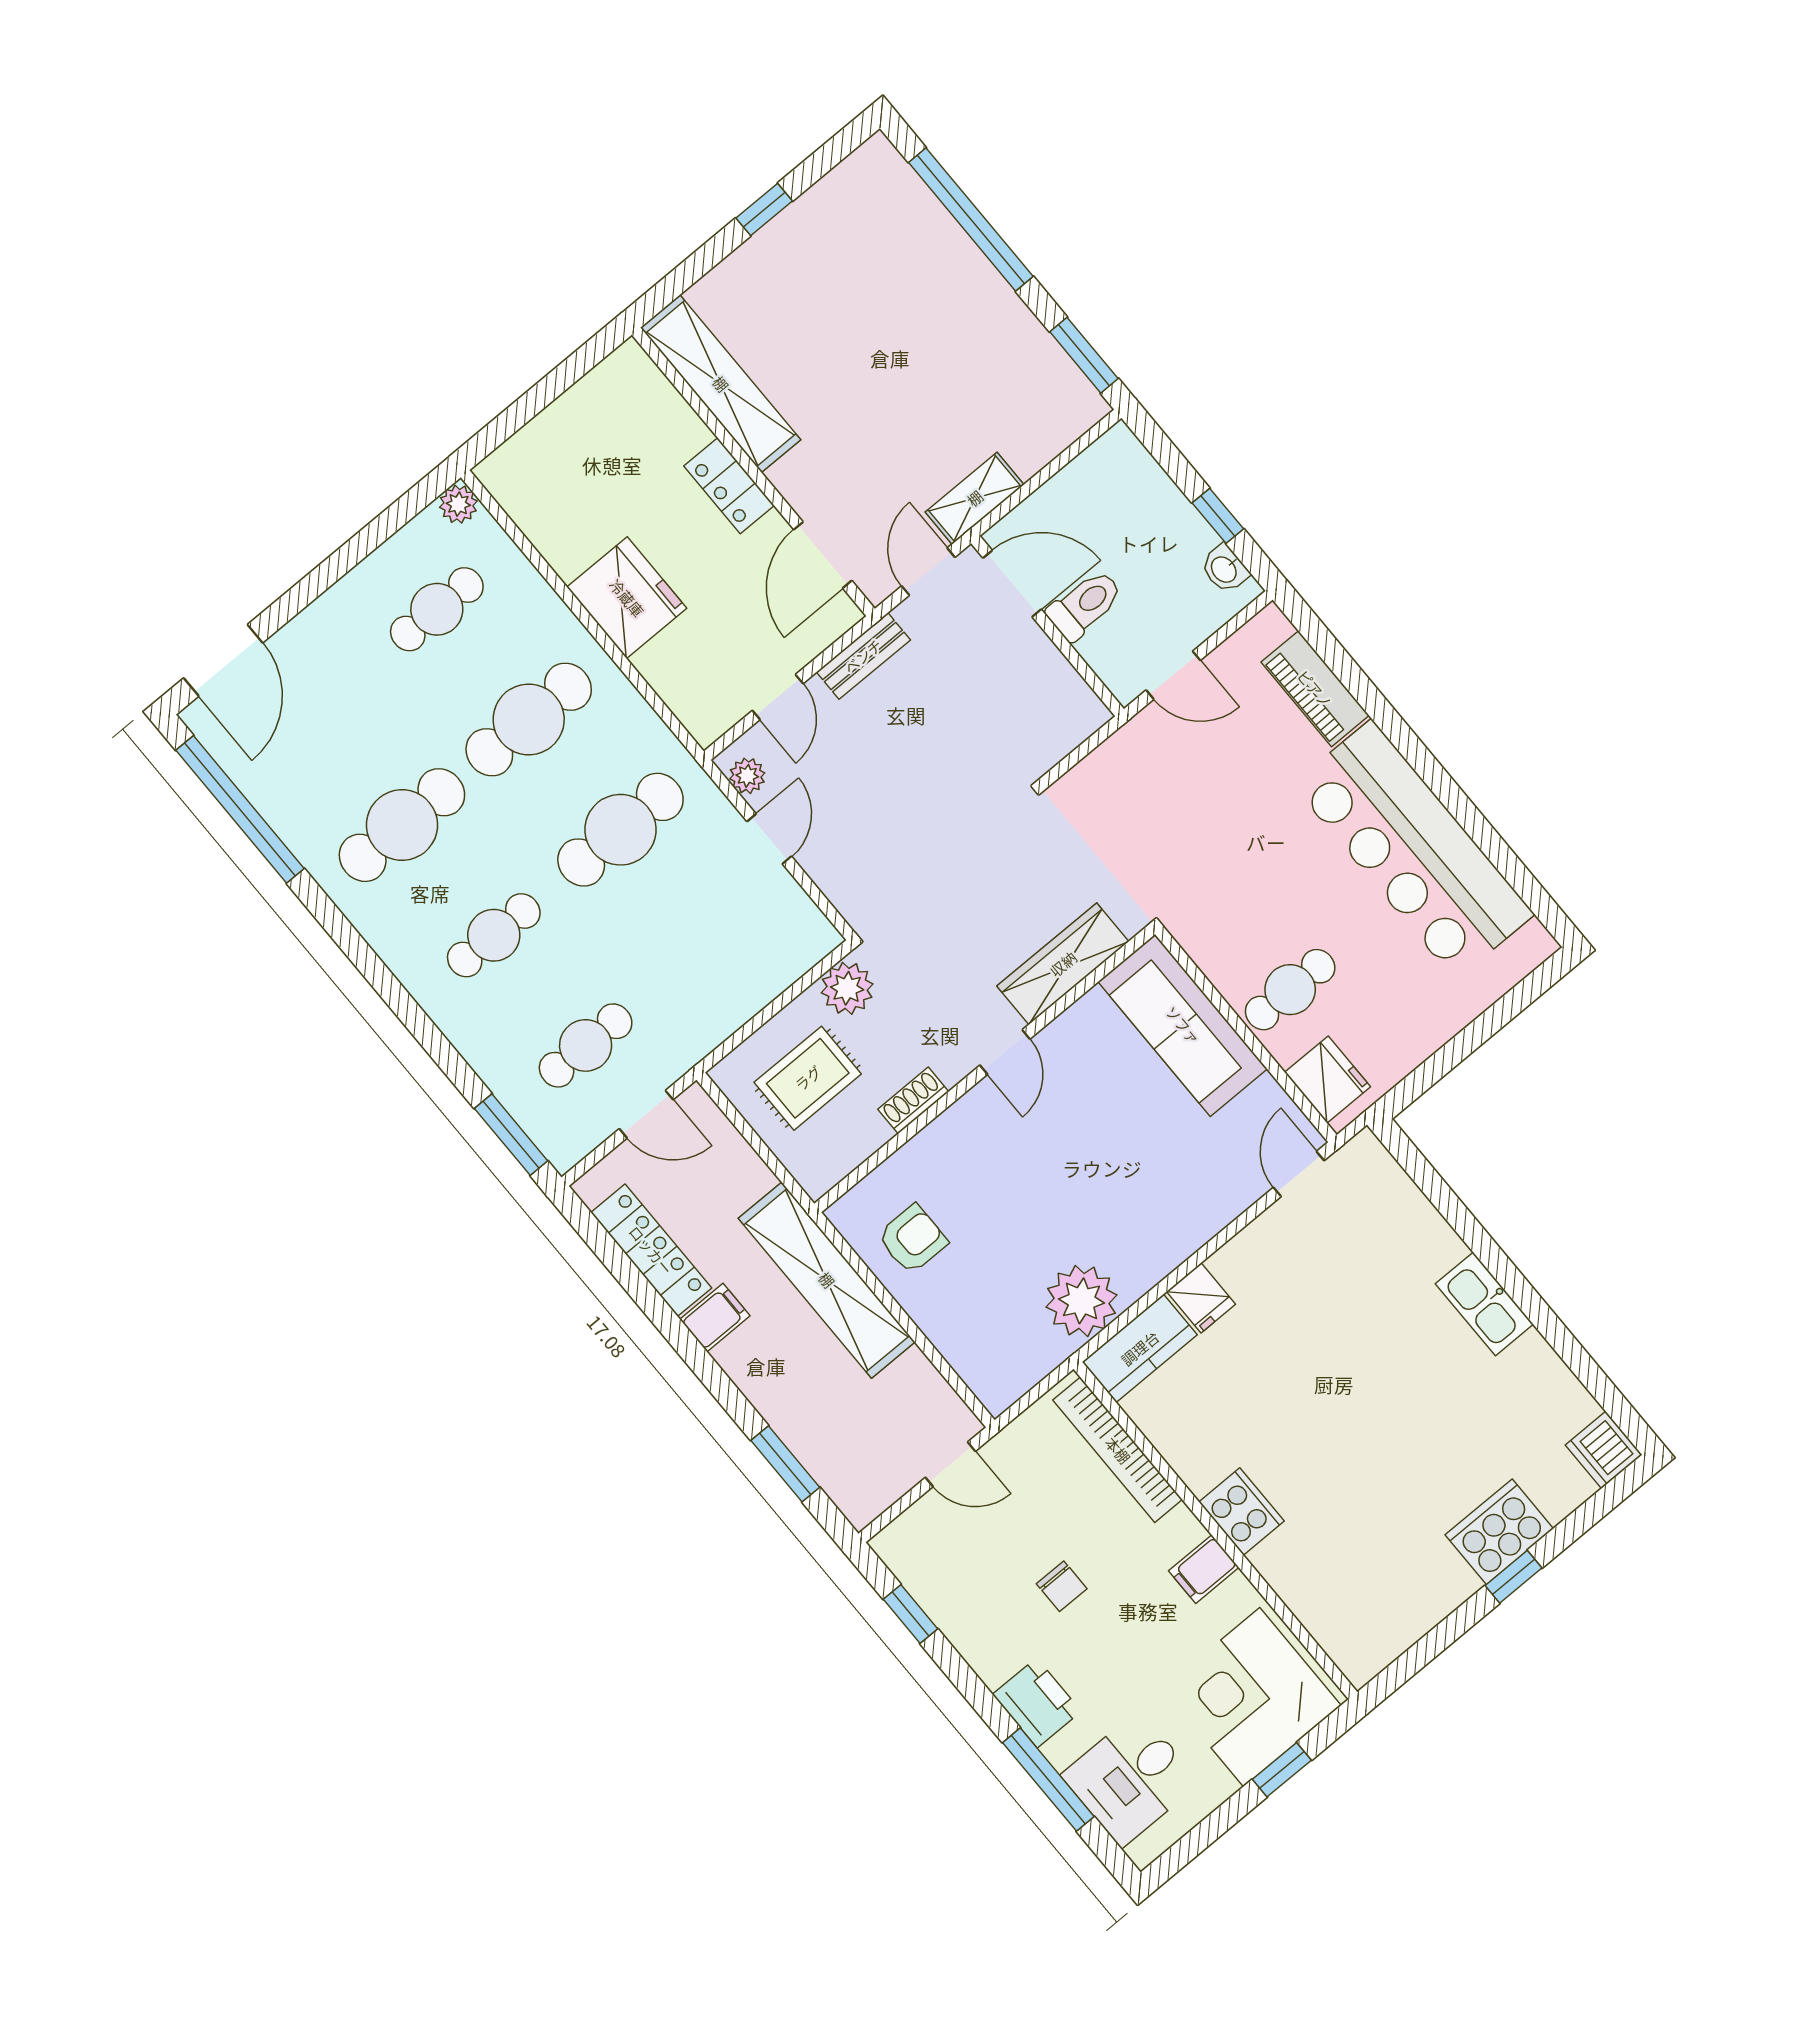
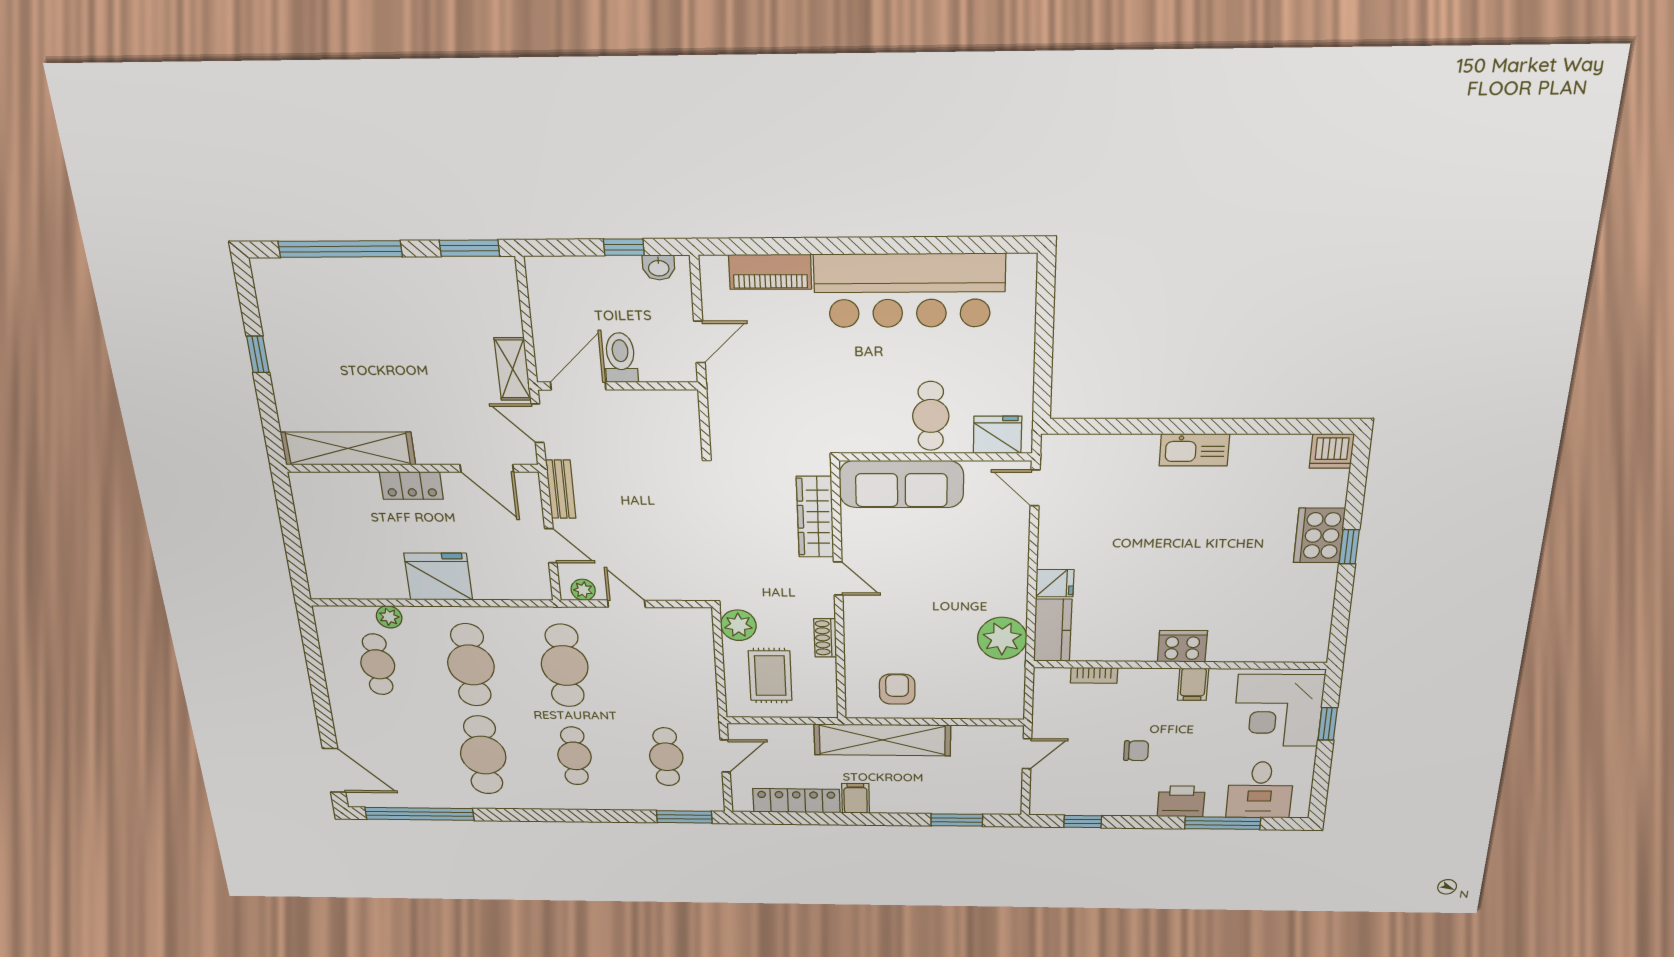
plant: (458, 504) -> (389, 617), moved
bookcase: (1118, 1450) -> (1094, 675), width x0.43, depth x0.76

